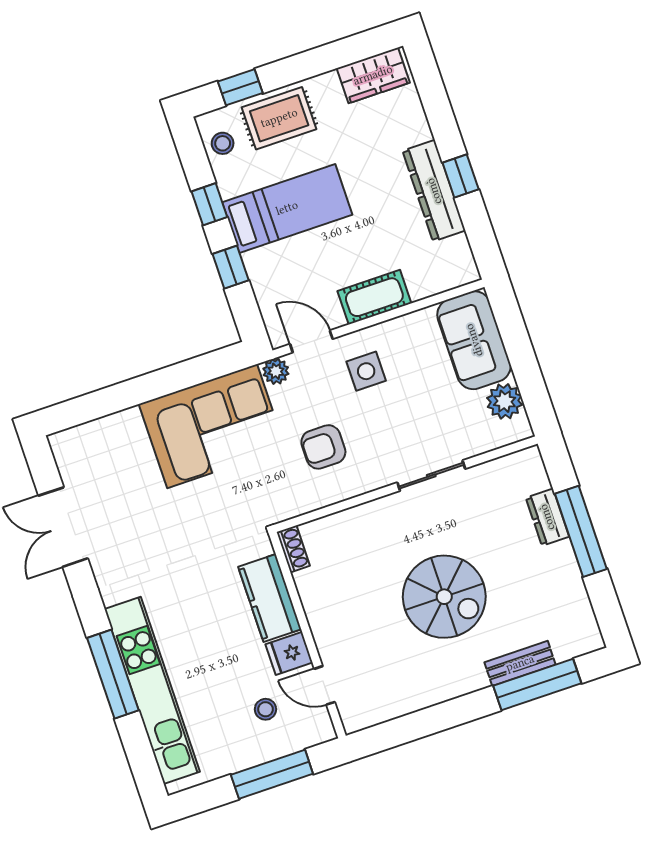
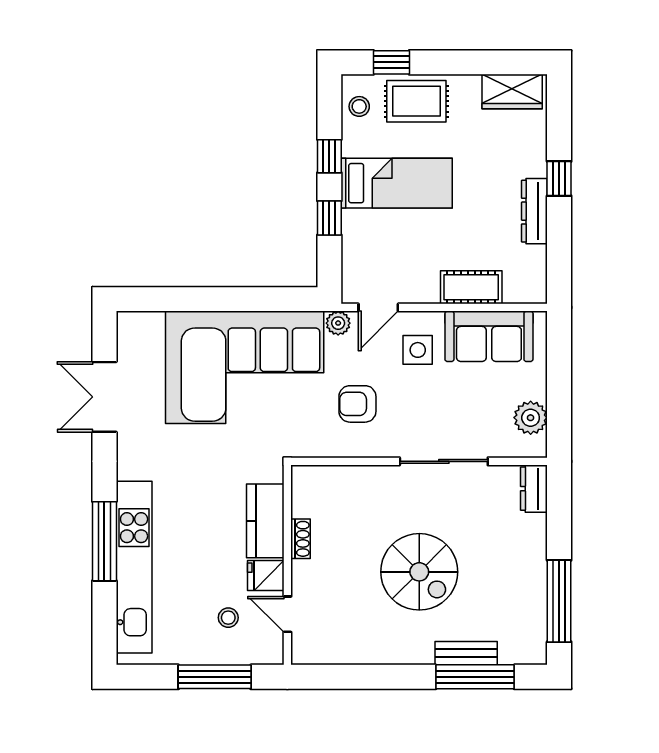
window: (461, 176) -> (559, 179), moved
dresser: (434, 191) -> (534, 211), width x0.73, depth x0.80
cot: (374, 297) -> (471, 287), moved
sofa: (474, 340) -> (489, 336), moved, turned -90
door: (311, 341) -> (378, 307), swing flipped
corner sofa: (212, 426) -> (245, 367), width x1.36, depth x1.36
sliding door: (431, 476) -> (444, 461), width x1.37
dresser: (547, 517) -> (534, 489), moved
window: (581, 531) -> (559, 601), moved
shoe rack: (293, 549) -> (301, 539), moved

